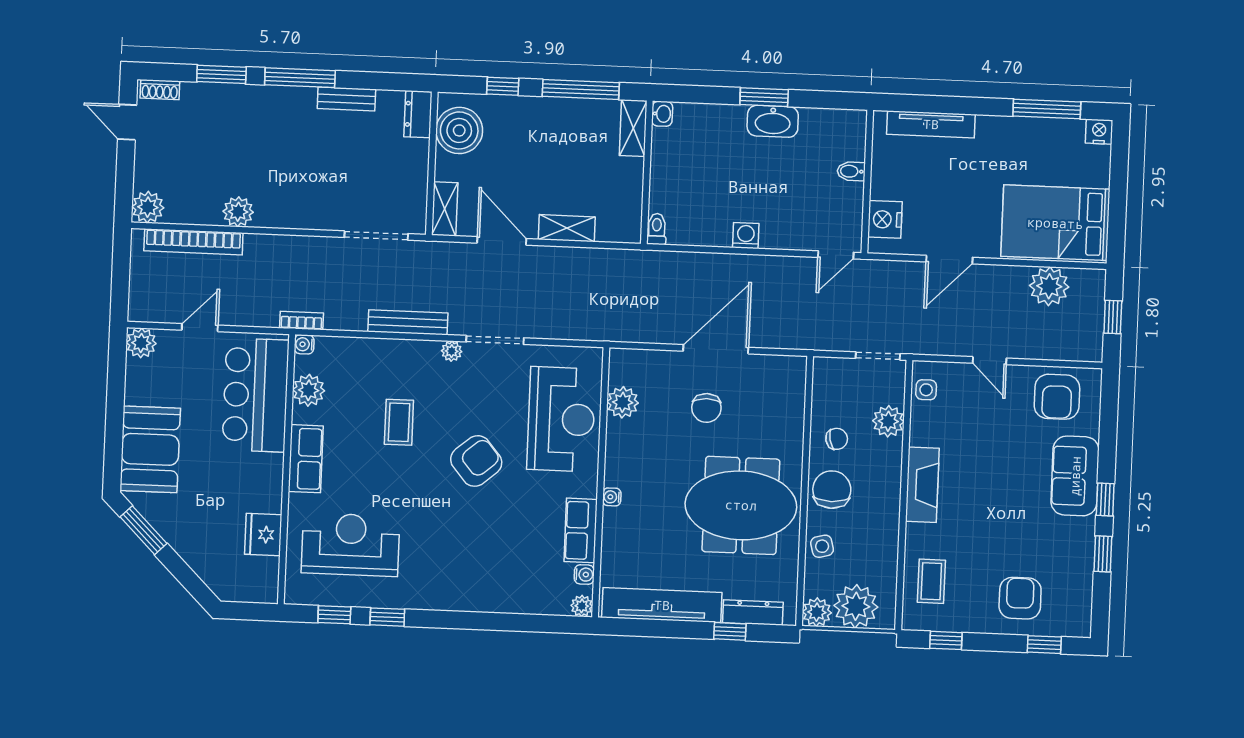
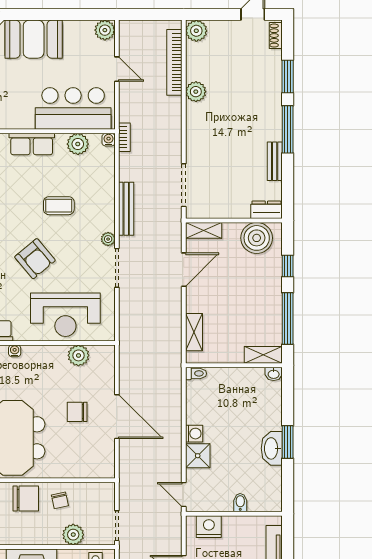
shelving: (567, 228) -> (194, 332), moved
shower: (779, 232) -> (198, 456), added

